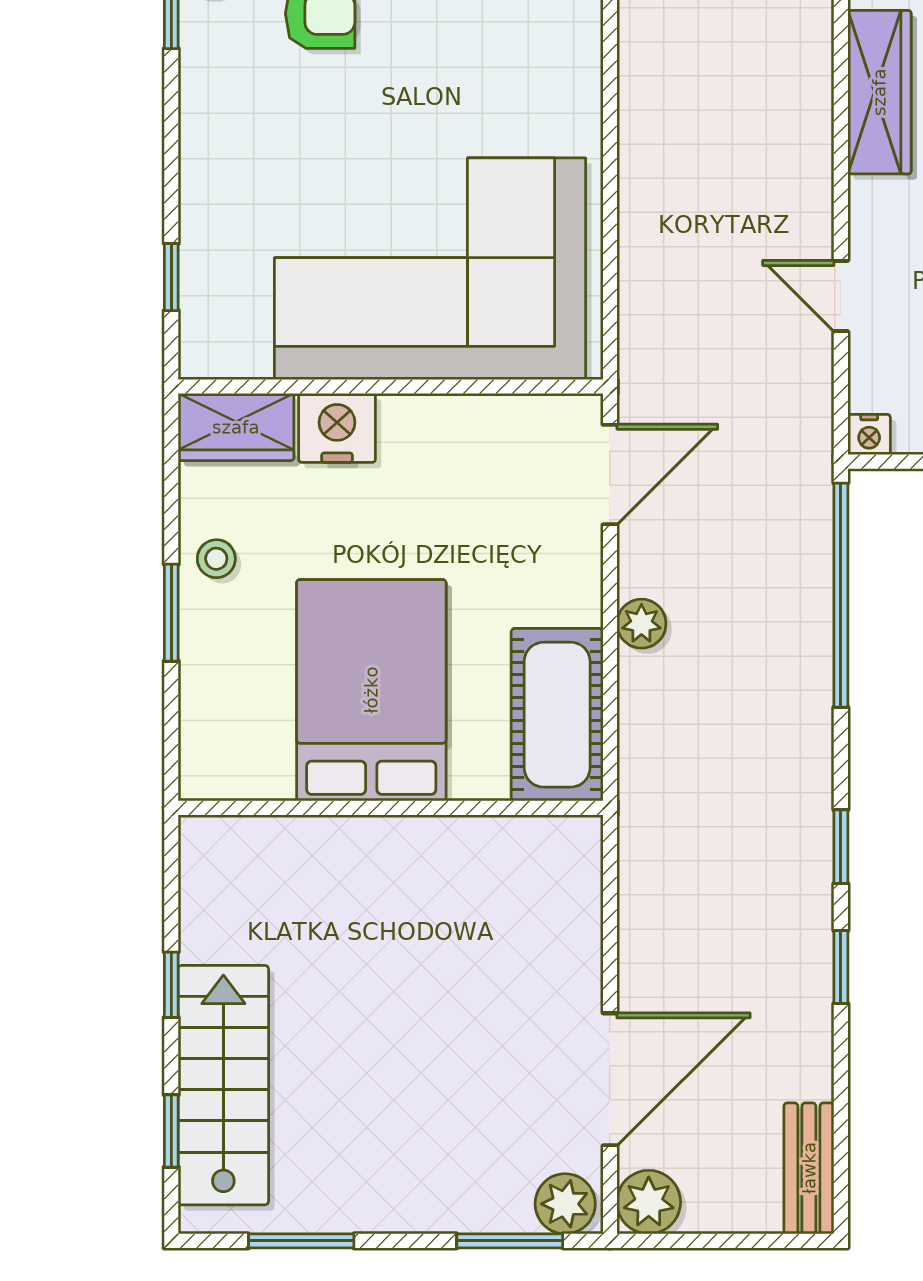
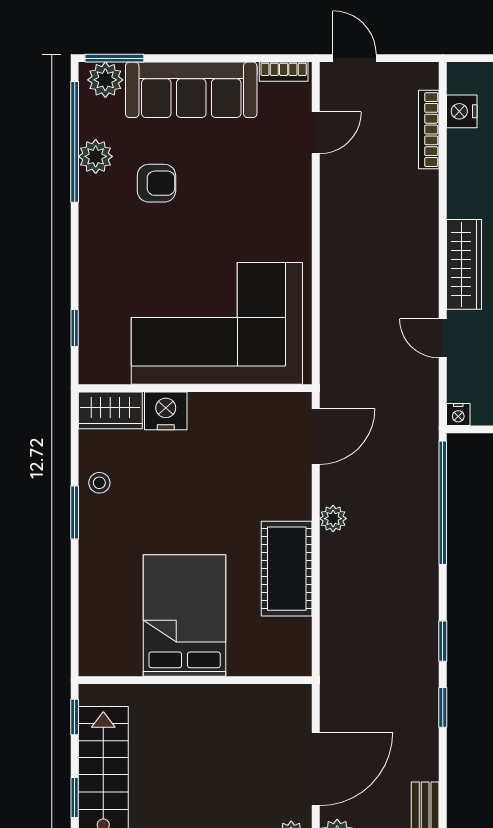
wardrobe: (879, 92) -> (464, 264), moved
bed: (371, 690) -> (185, 615), moved
wall: (391, 808) -> (195, 680), moved

